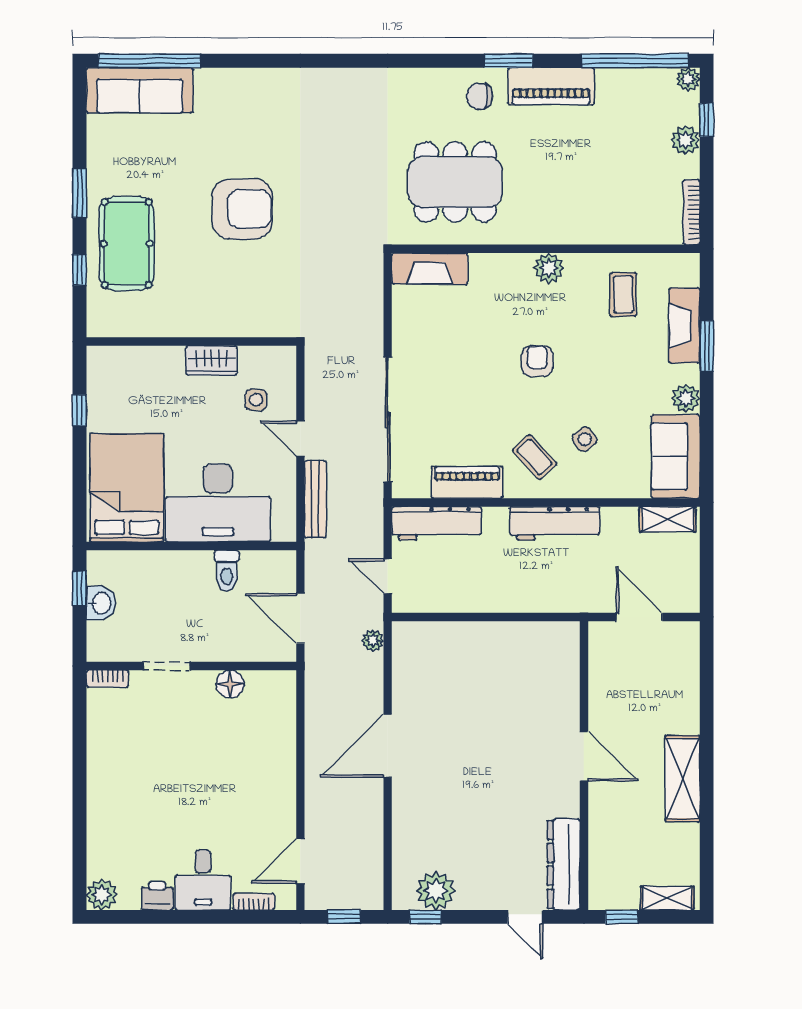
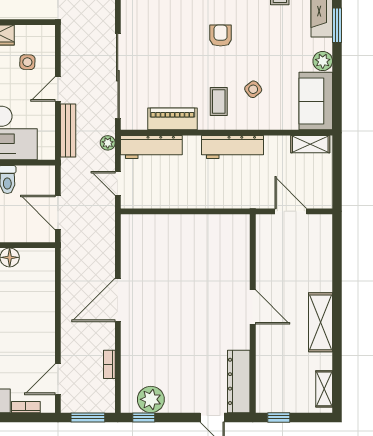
door: (300, 439) -> (58, 89), hinge flipped
coffee table: (534, 457) -> (219, 101), turned 43
plant: (373, 641) -> (108, 143), moved
bookcase: (375, 840) -> (109, 364), added
shelving: (667, 898) -> (324, 389), moved, turned 90
window: (344, 917) -> (88, 417), width x1.50

